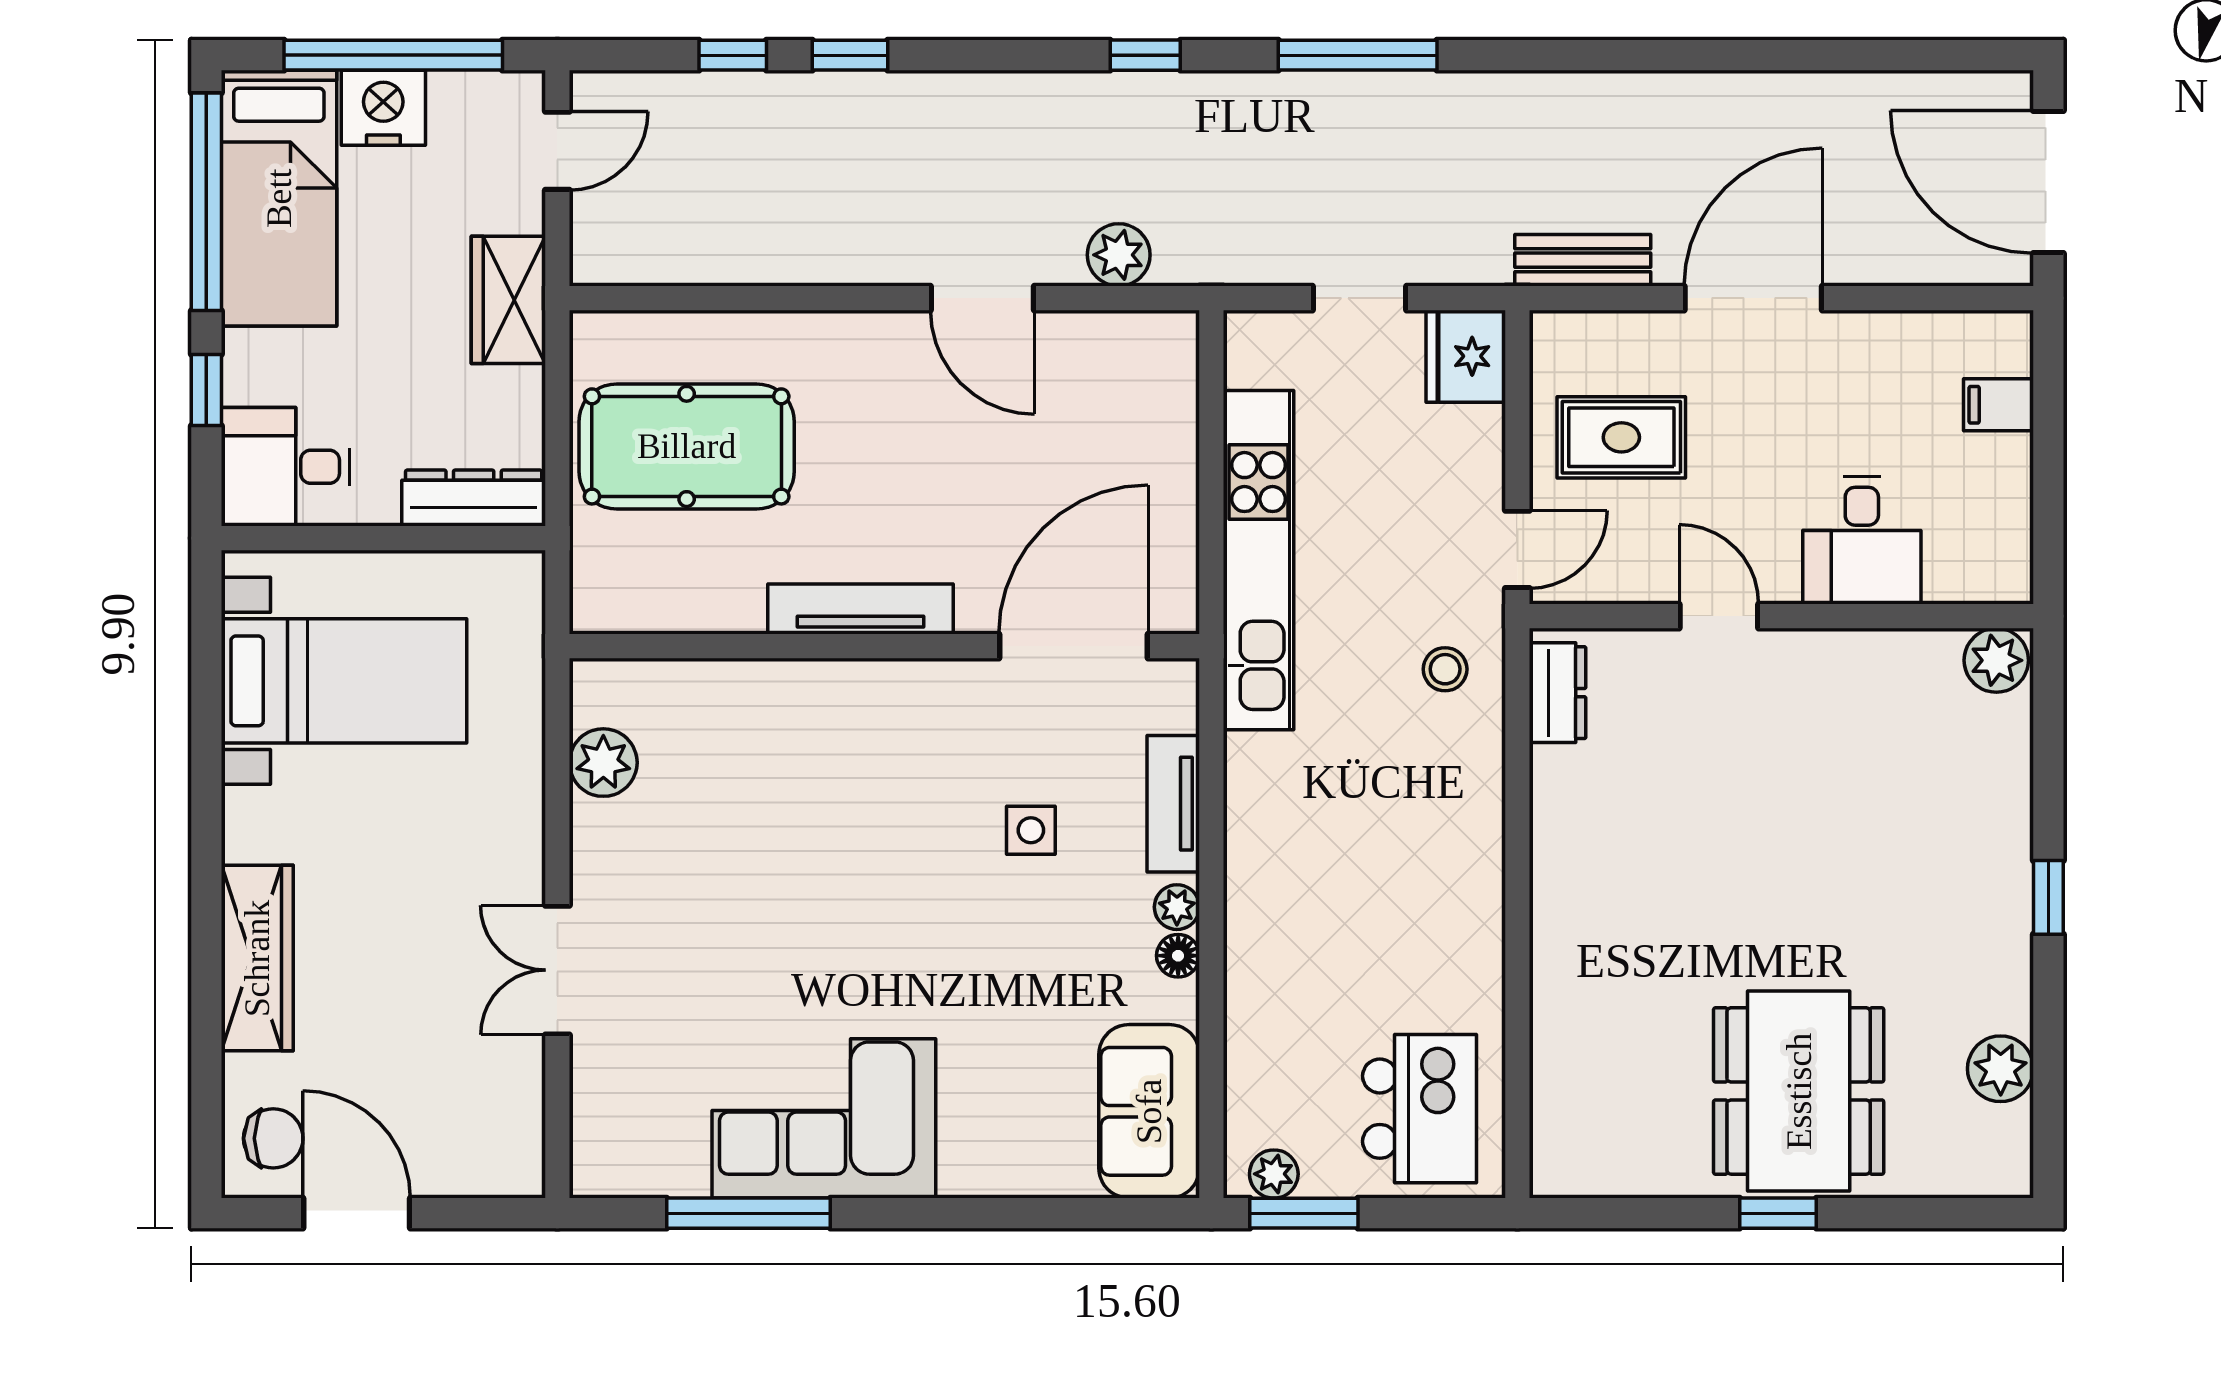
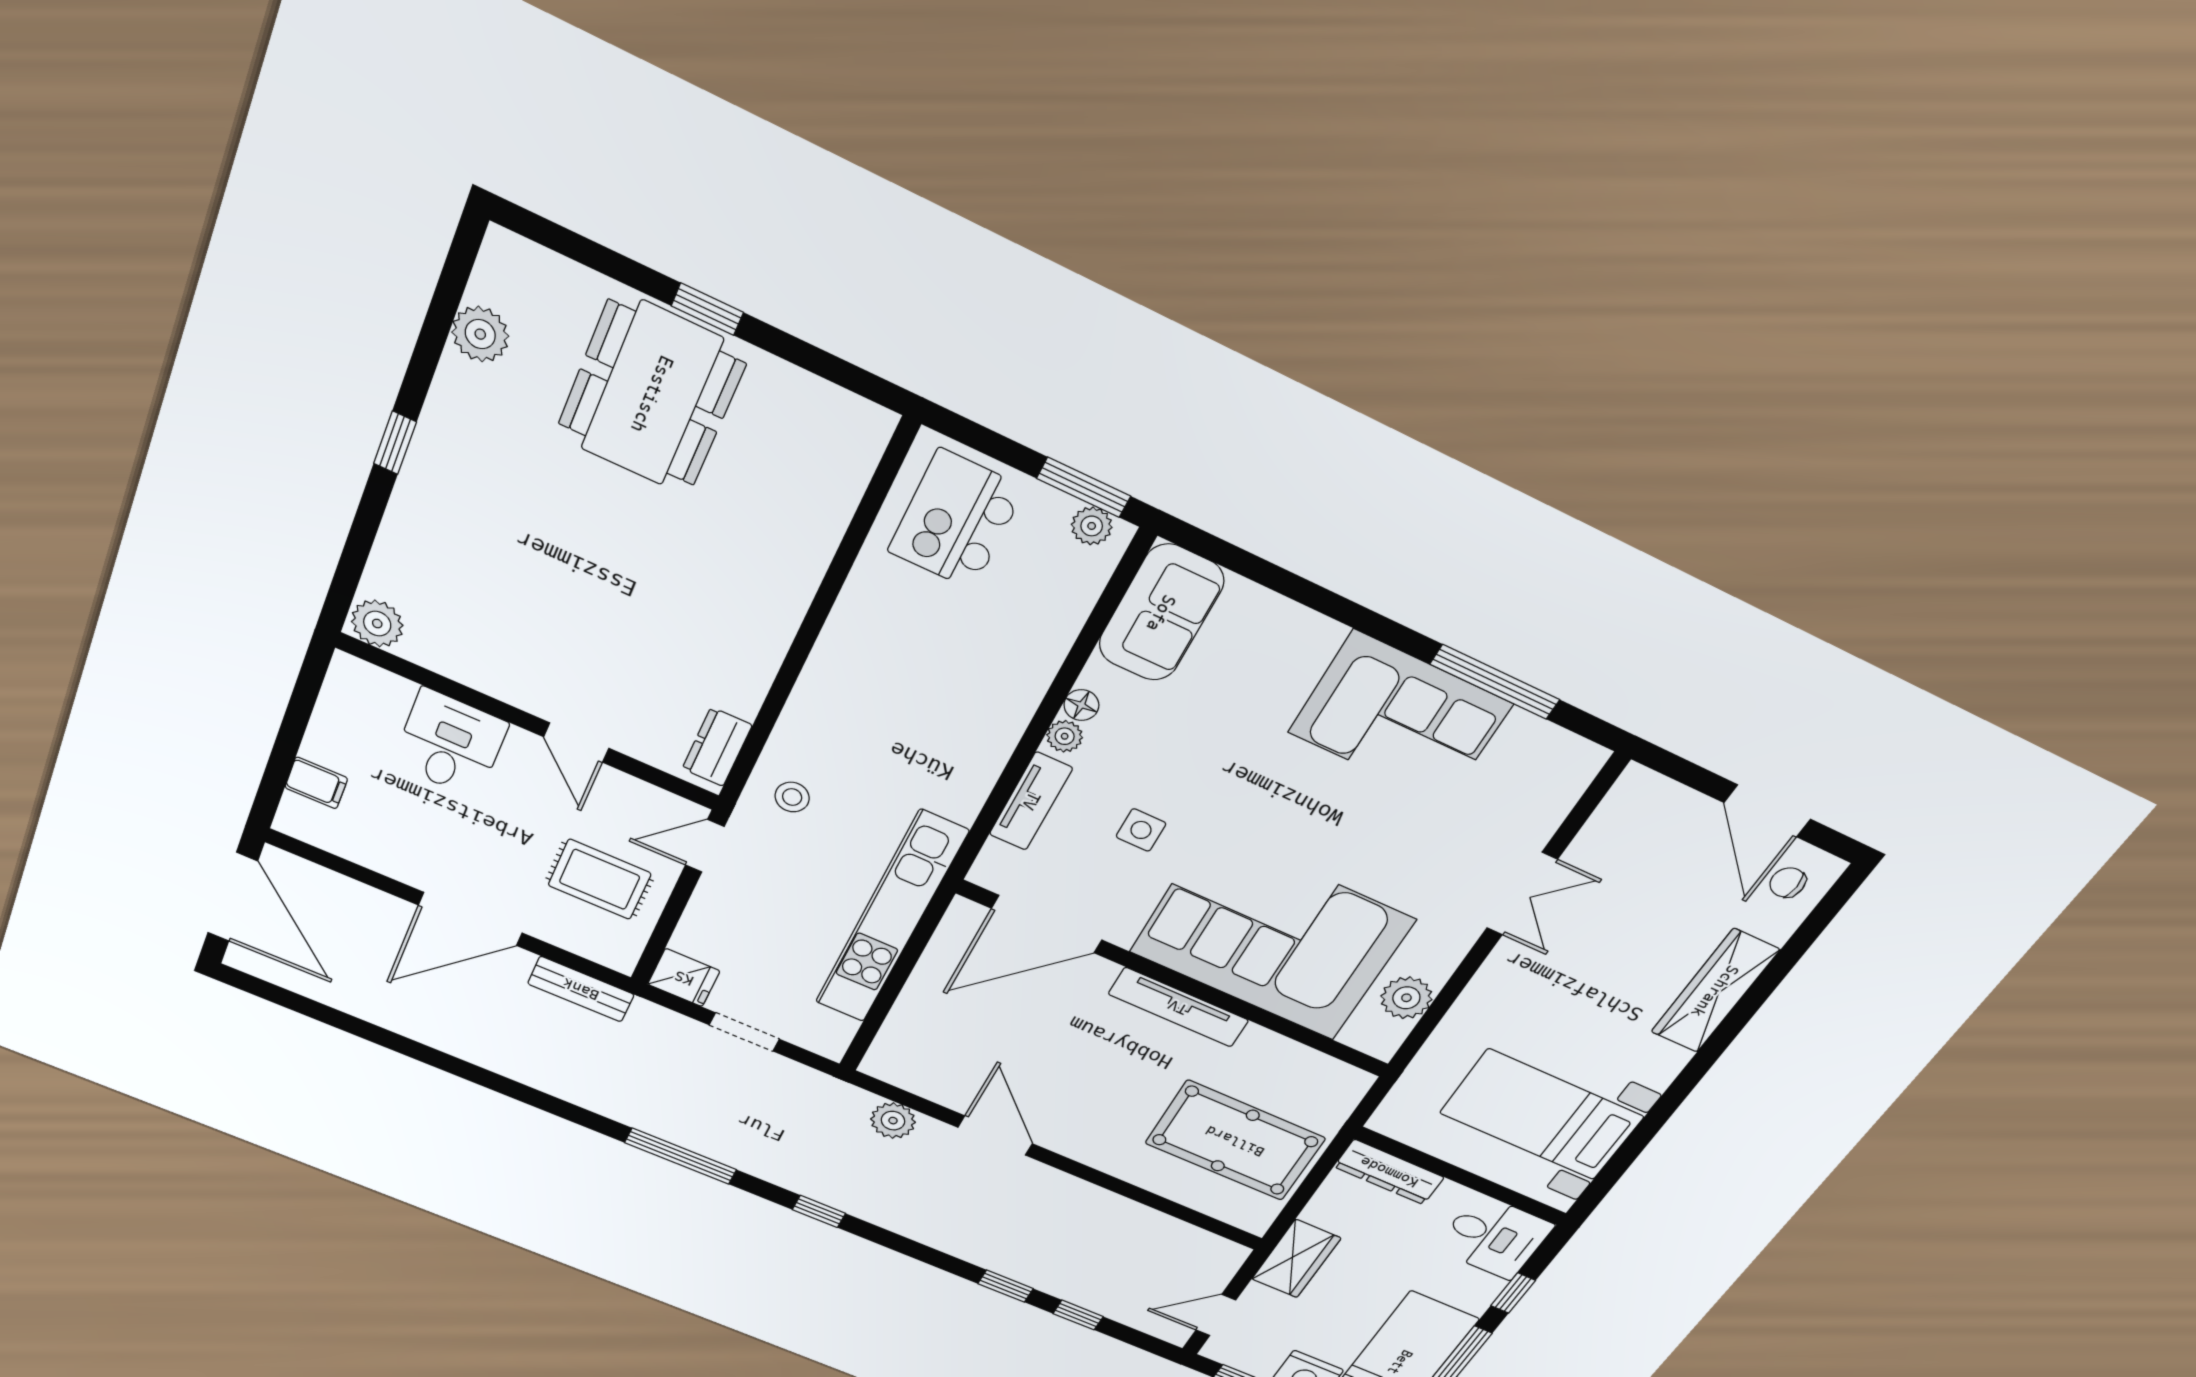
fridge: (1466, 356) -> (684, 978), width x0.72
corner sofa: (807, 767) -> (1272, 936), added
chair: (273, 1138) -> (1788, 882), width x0.73, depth x0.73

